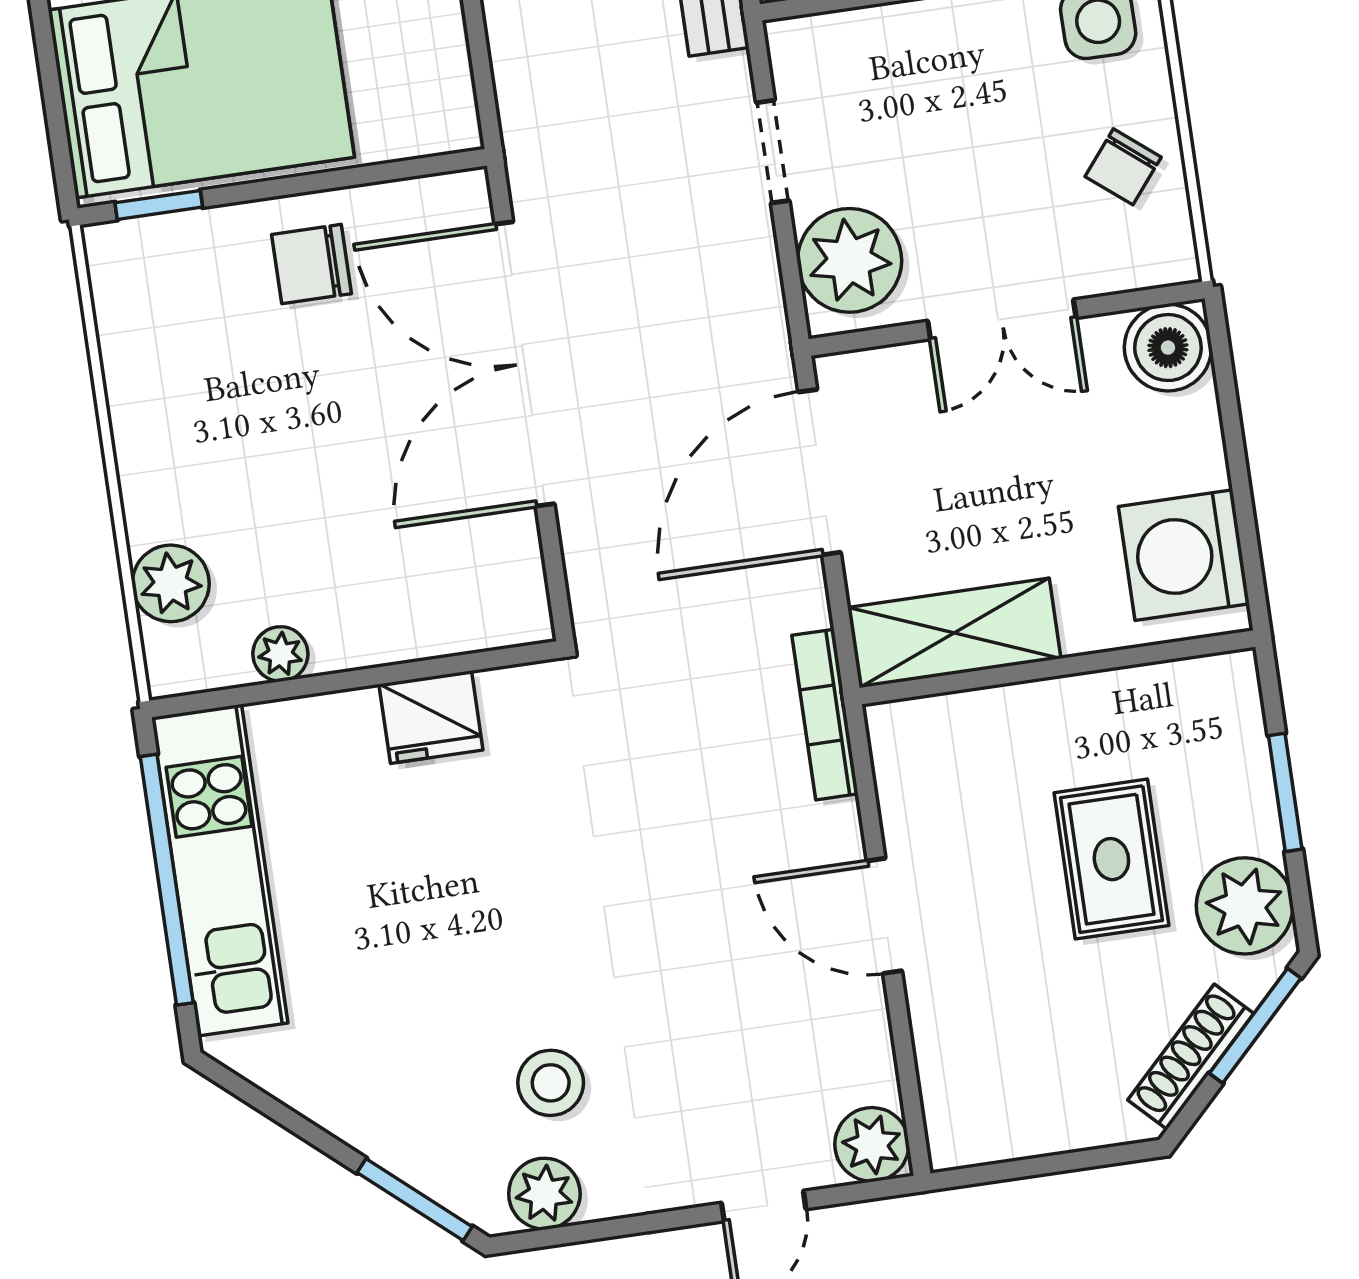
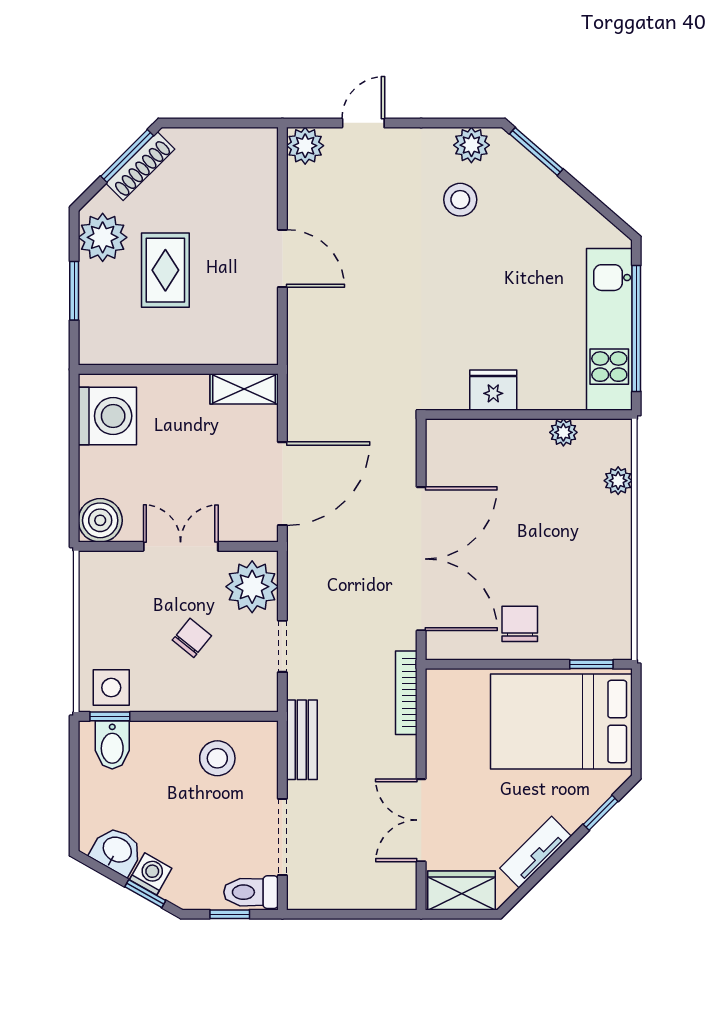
chair: (1123, 167) -> (192, 638), moved
chair: (312, 264) -> (520, 624), turned -90
plant: (171, 583) -> (618, 481), width x0.73, depth x0.73
shelving: (954, 633) -> (244, 389), width x0.67, depth x0.75
bookcase: (825, 715) -> (406, 693), moved, turned 180
window: (1255, 1026) -> (127, 156), moved

